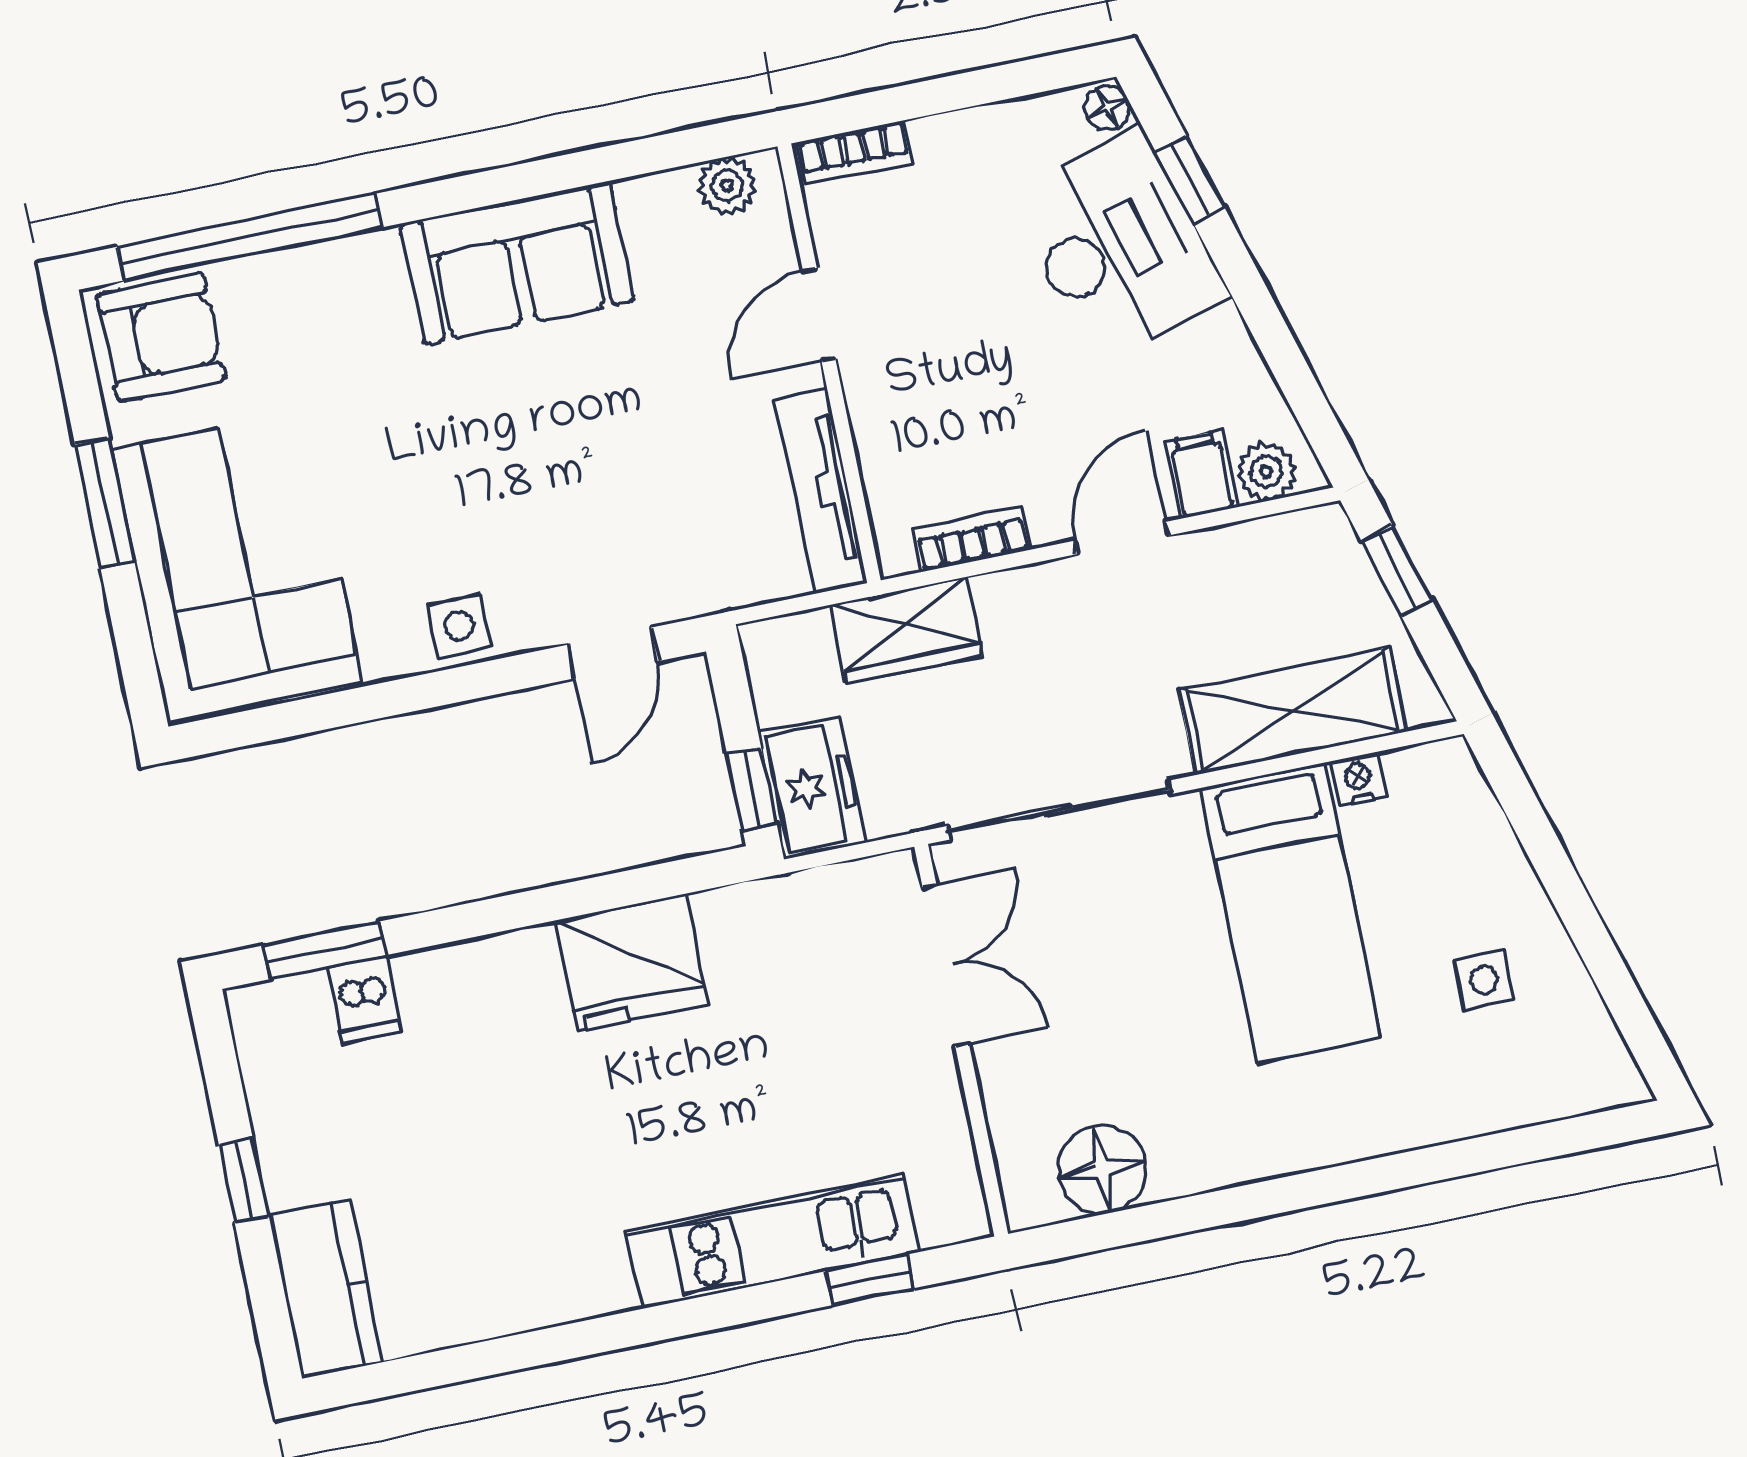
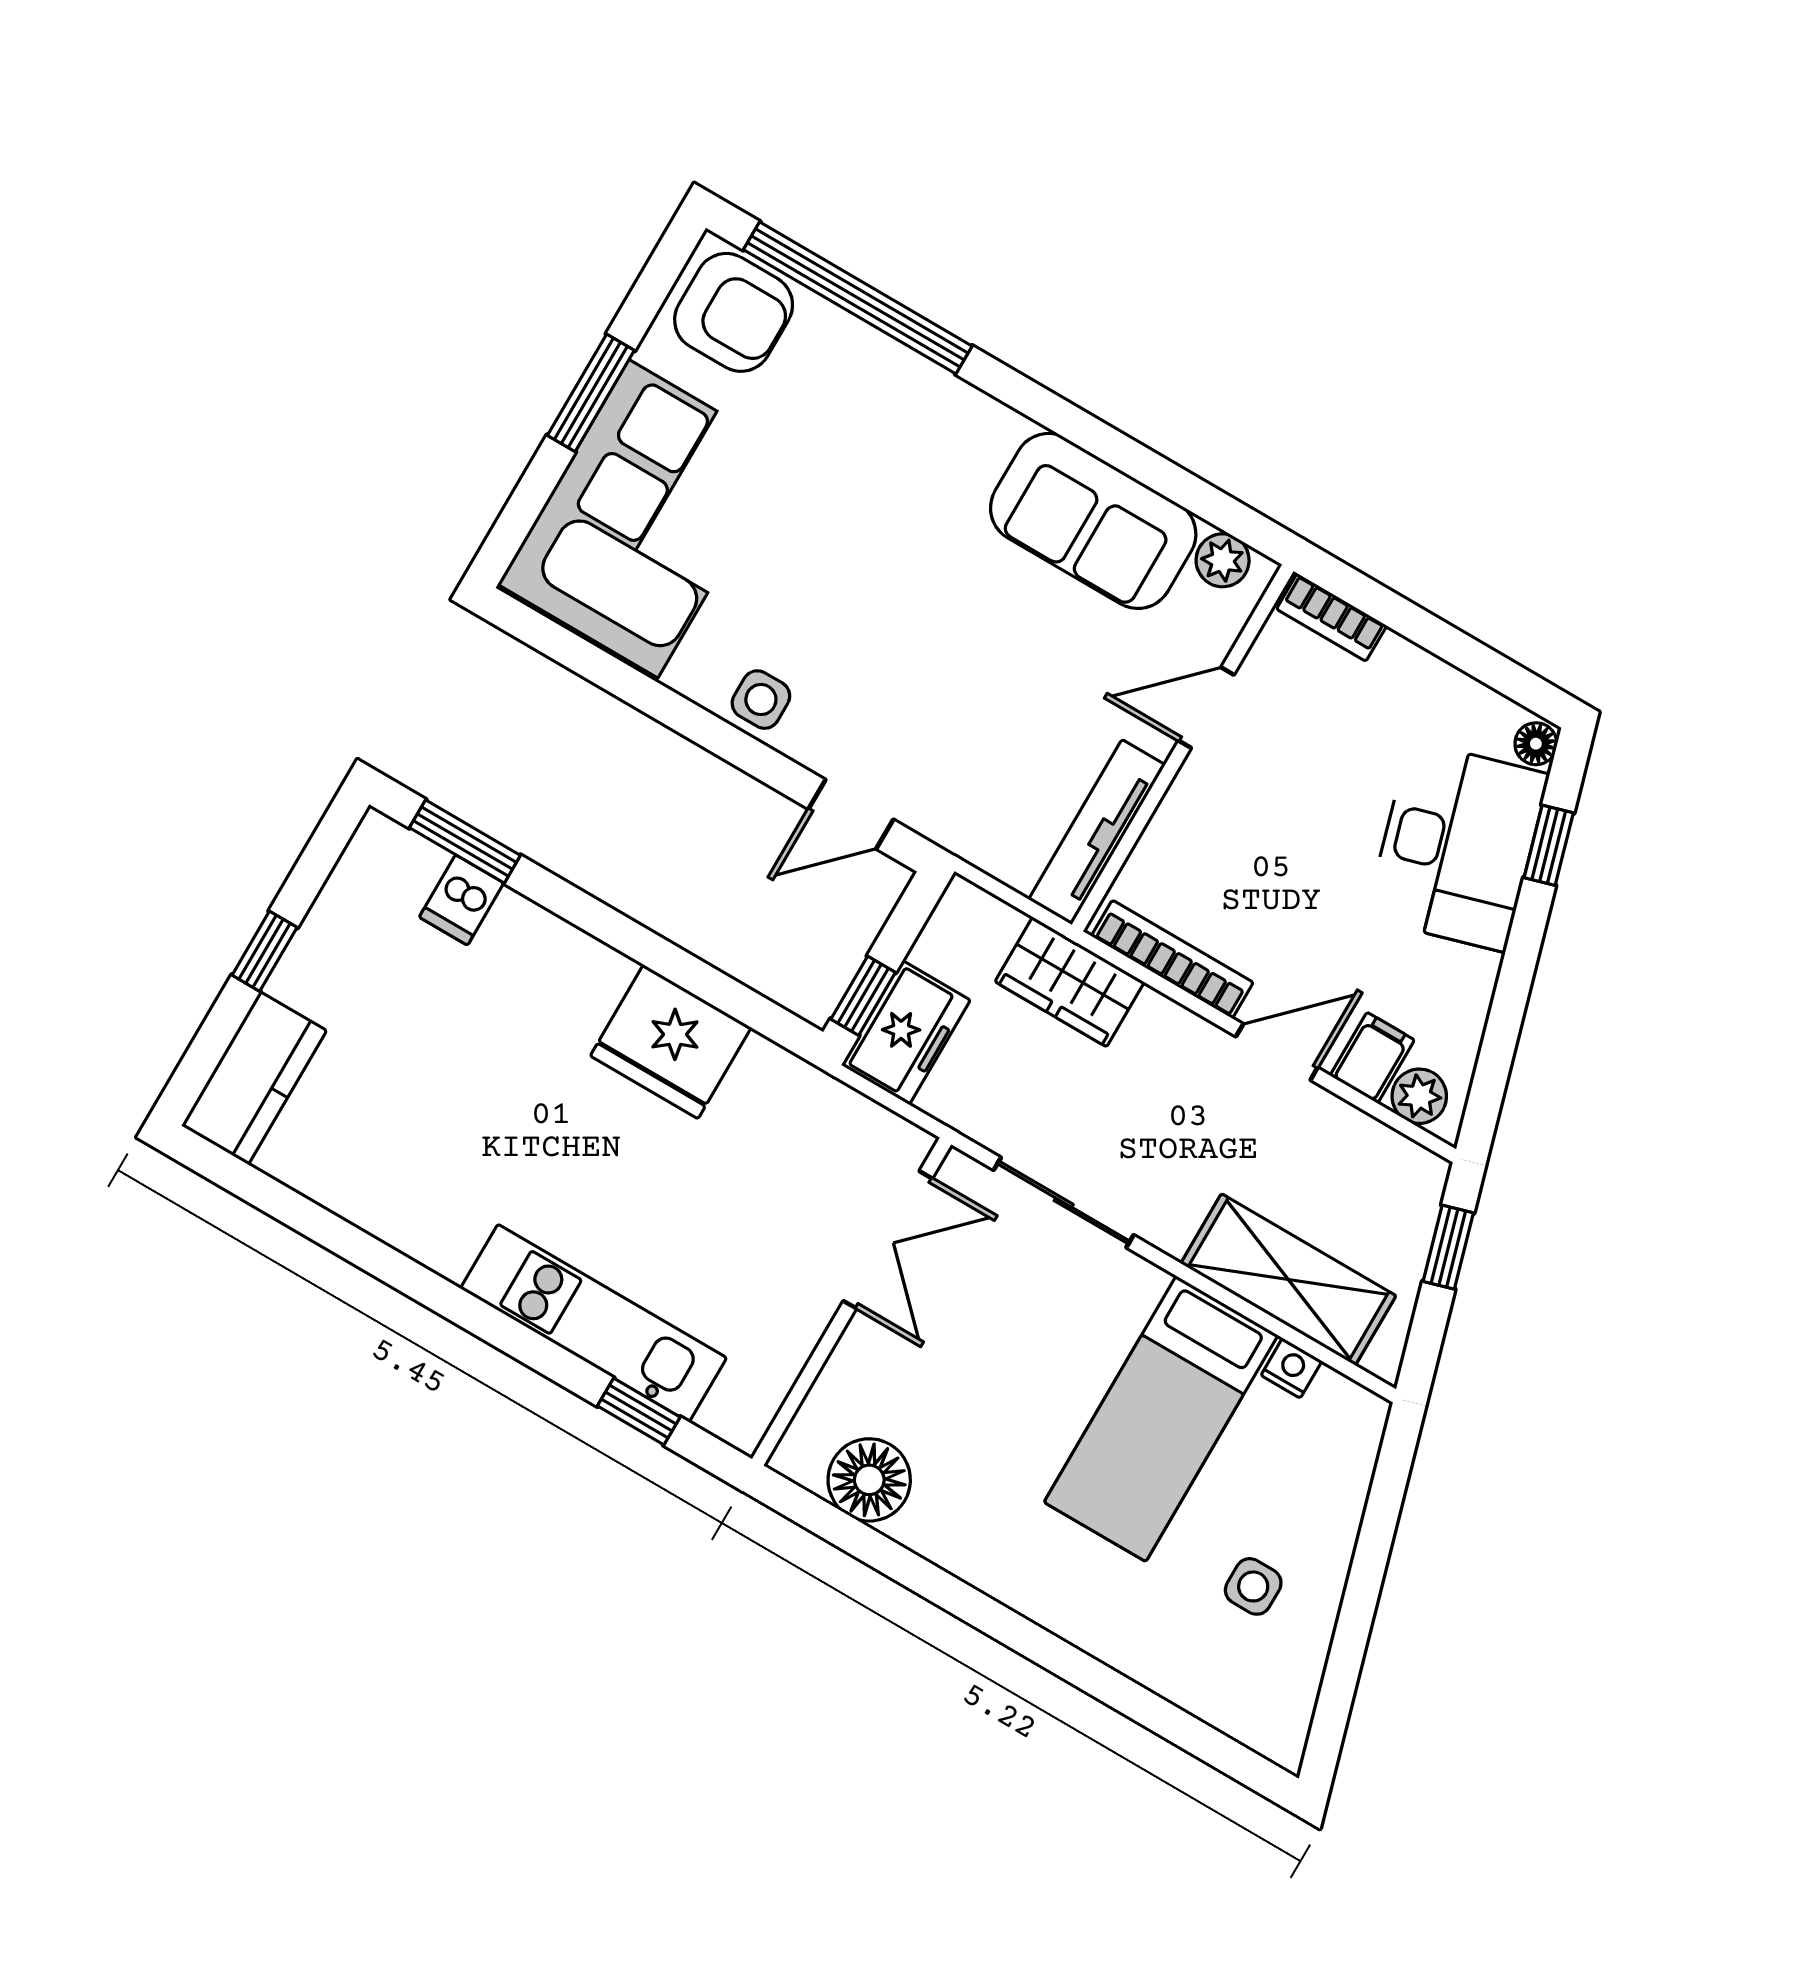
sofa: (517, 263) -> (1093, 521), moved
bookcase: (972, 539) -> (1172, 959), width x1.56
sliding door: (1059, 810) -> (1064, 1203), width x0.73

